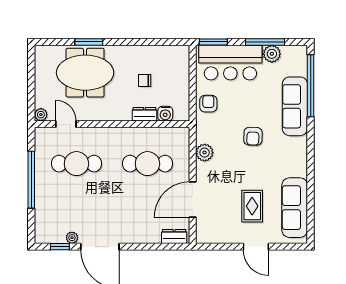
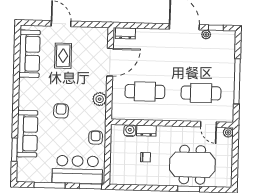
plant: (272, 54) -> (44, 176), removed
window: (311, 86) -> (14, 150), width x0.47
armchair: (208, 104) -> (96, 138), turned 180

